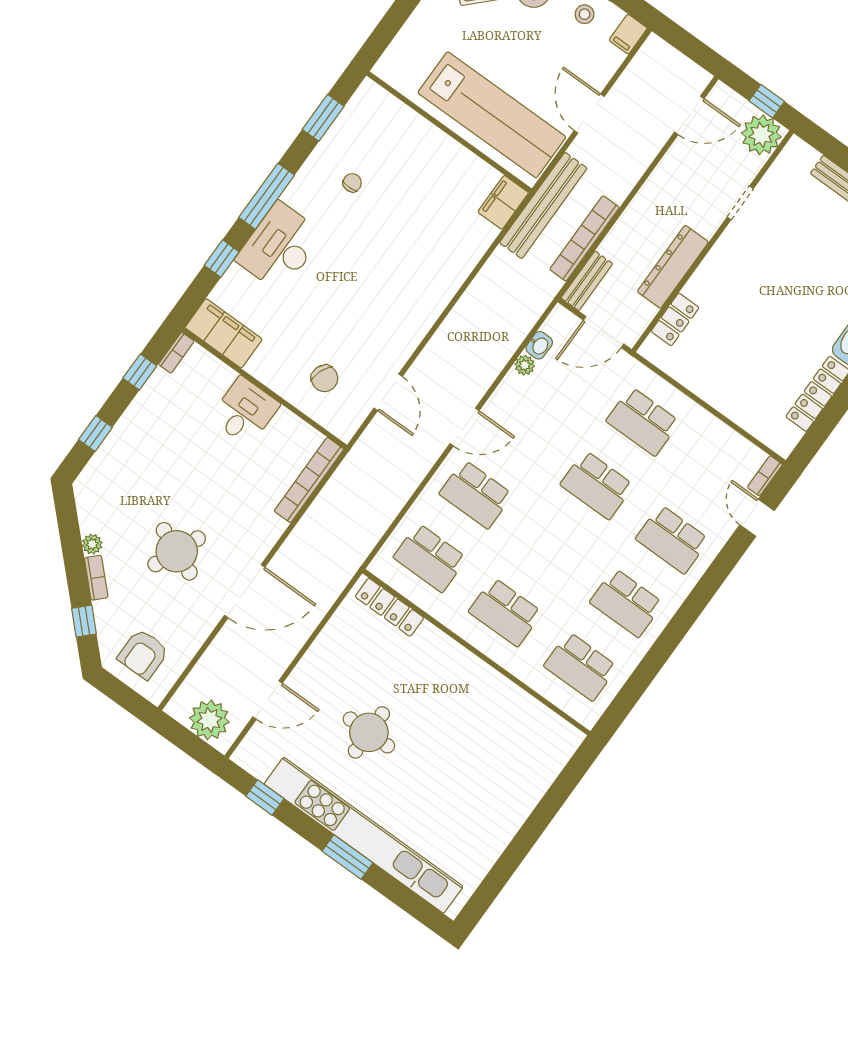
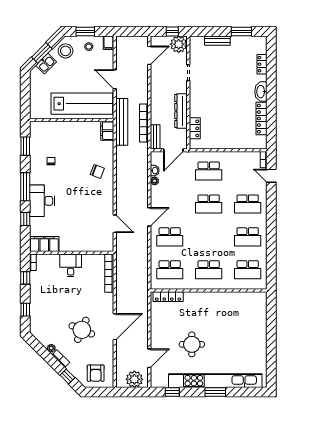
chair: (325, 378) -> (97, 171), moved

